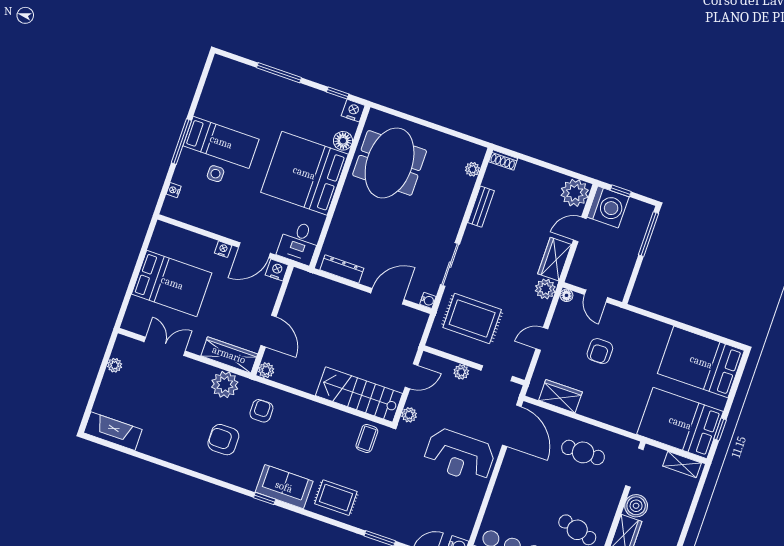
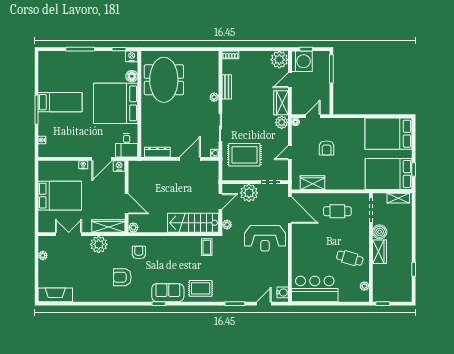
plant: (472, 169) -> (214, 97), moved
side table: (216, 174) -> (63, 122), removed
door: (596, 296) -> (313, 116), swing flipped
plant: (461, 372) -> (249, 193), width x1.87, depth x1.87
plant: (225, 385) -> (99, 244), moved

